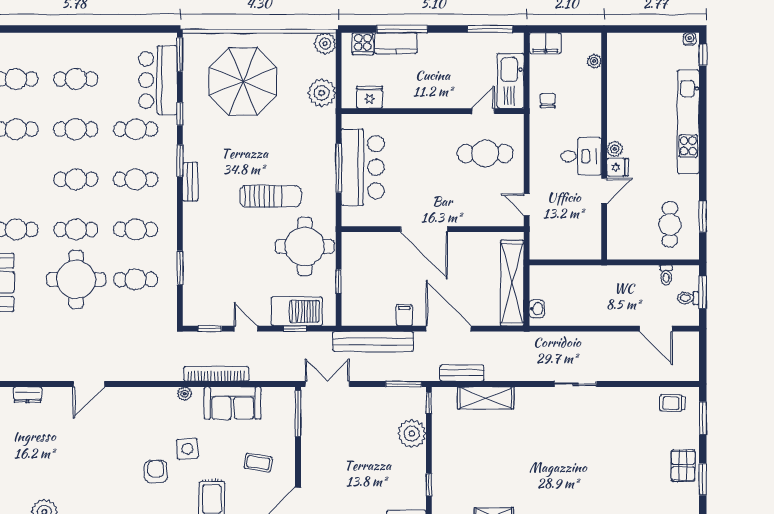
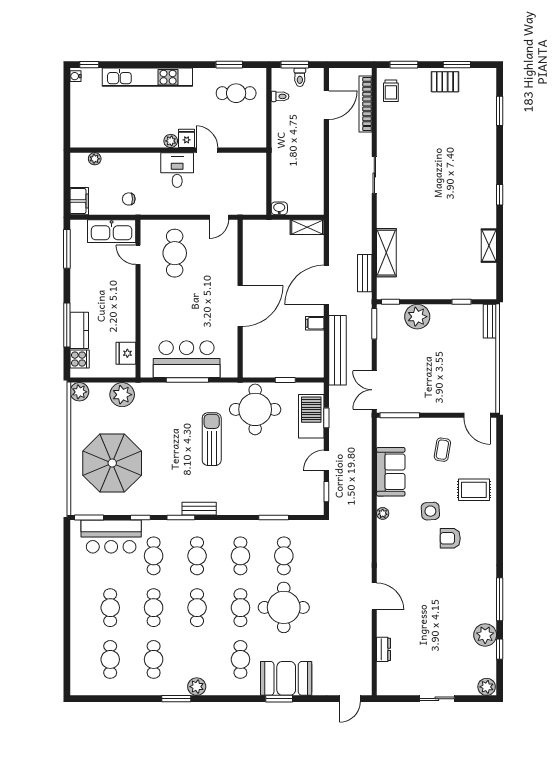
shelving: (512, 283) -> (307, 227), width x0.45, depth x0.75
washbasin: (537, 309) -> (279, 208), moved
bookcase: (216, 374) -> (365, 104), moved

